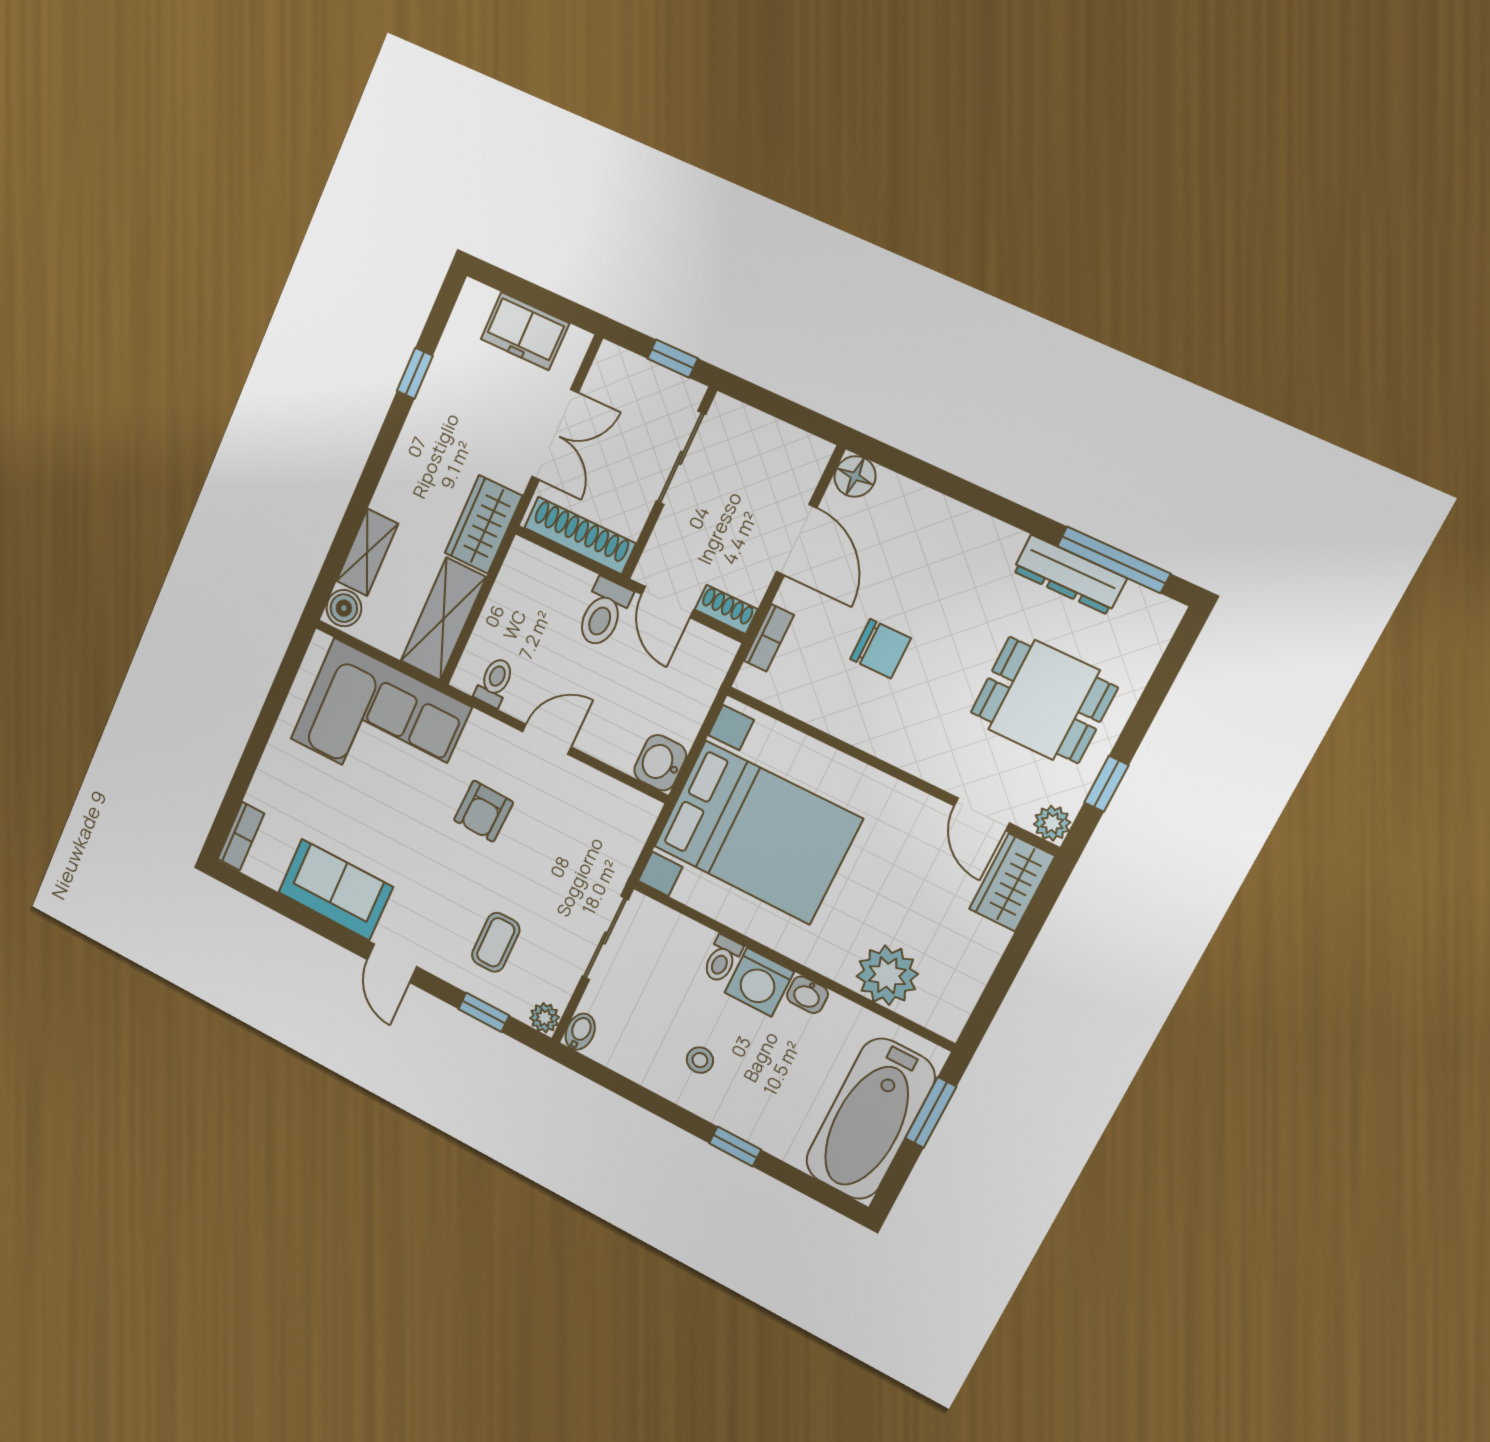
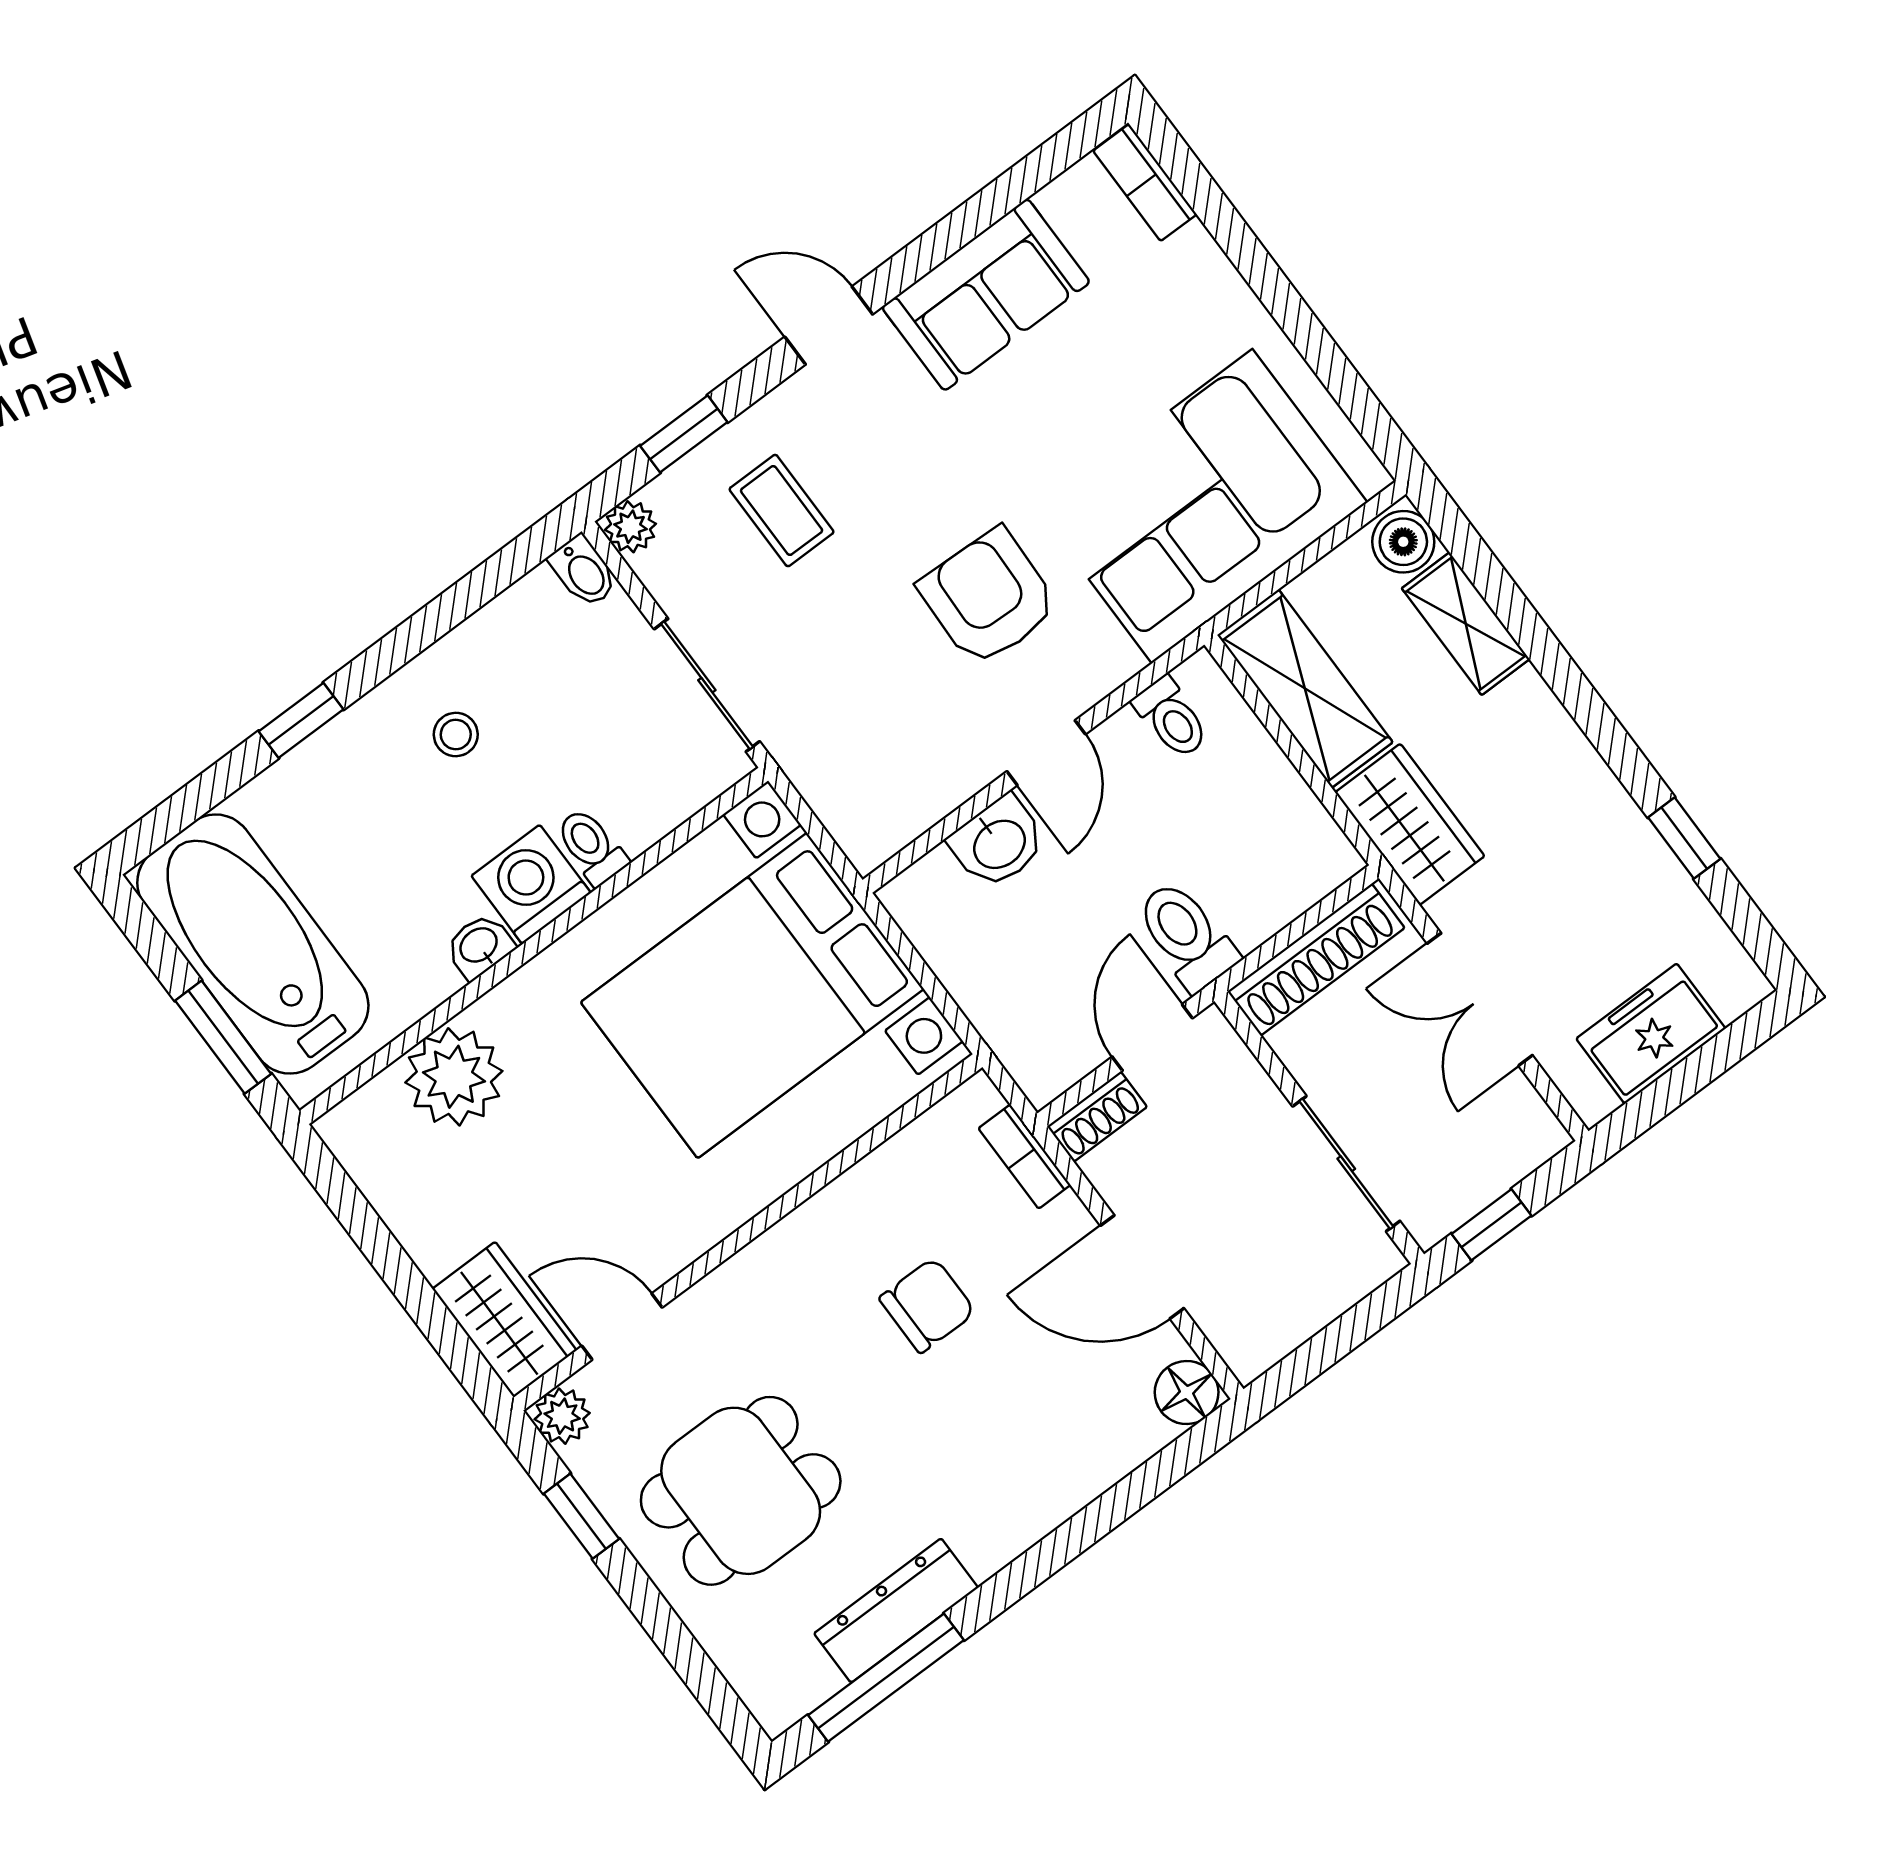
door: (667, 602) -> (1152, 1037), hinge flipped
chair: (880, 649) -> (927, 1305), turned 180
washbasin: (660, 763) -> (998, 843), moved, turned 90
armchair: (483, 811) -> (989, 597), width x1.38, depth x1.38

